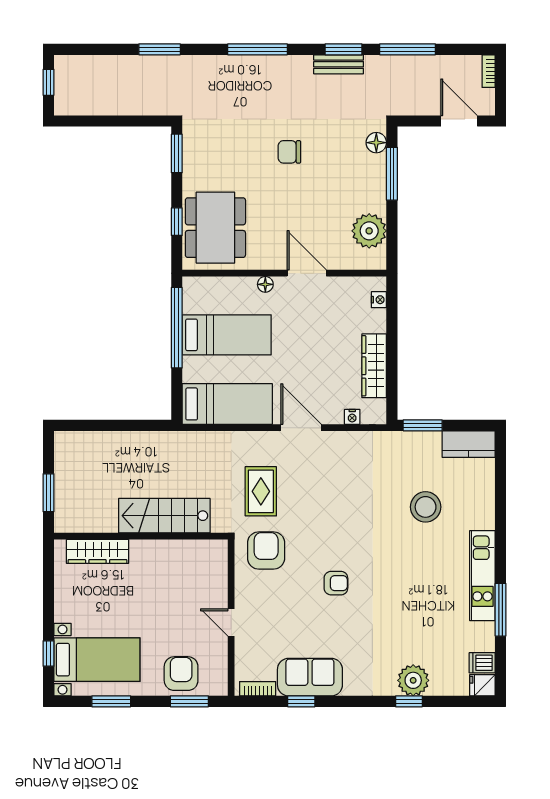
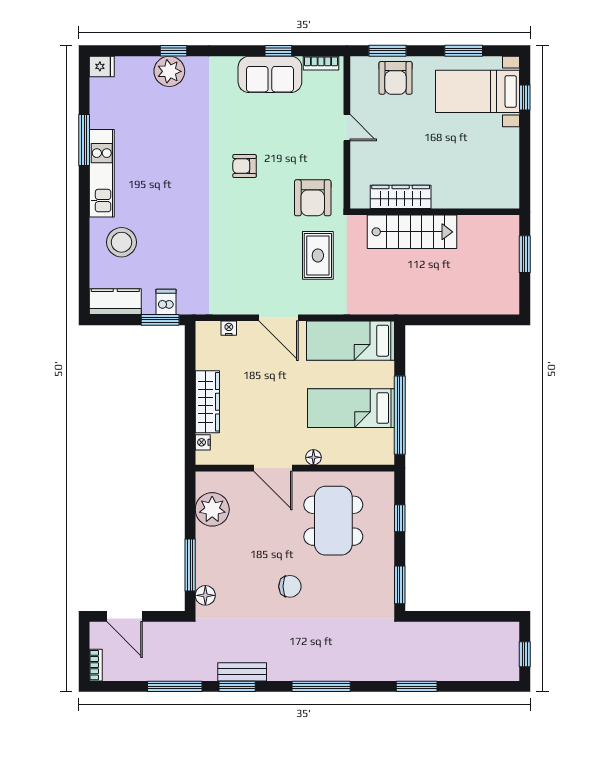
dining table: (215, 228) -> (333, 521), moved
wardrobe: (374, 366) -> (207, 402), moved
stool: (426, 507) -> (122, 242), moved
wardrobe: (98, 551) -> (401, 197), moved
dishwasher: (482, 663) -> (166, 302), moved, turned -90

